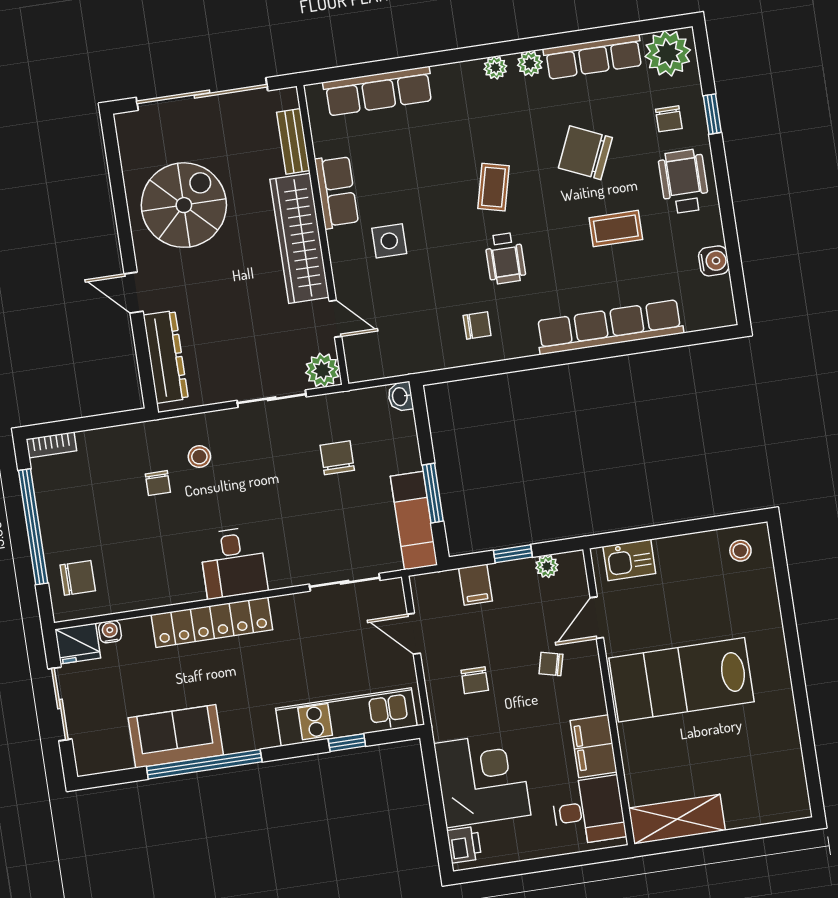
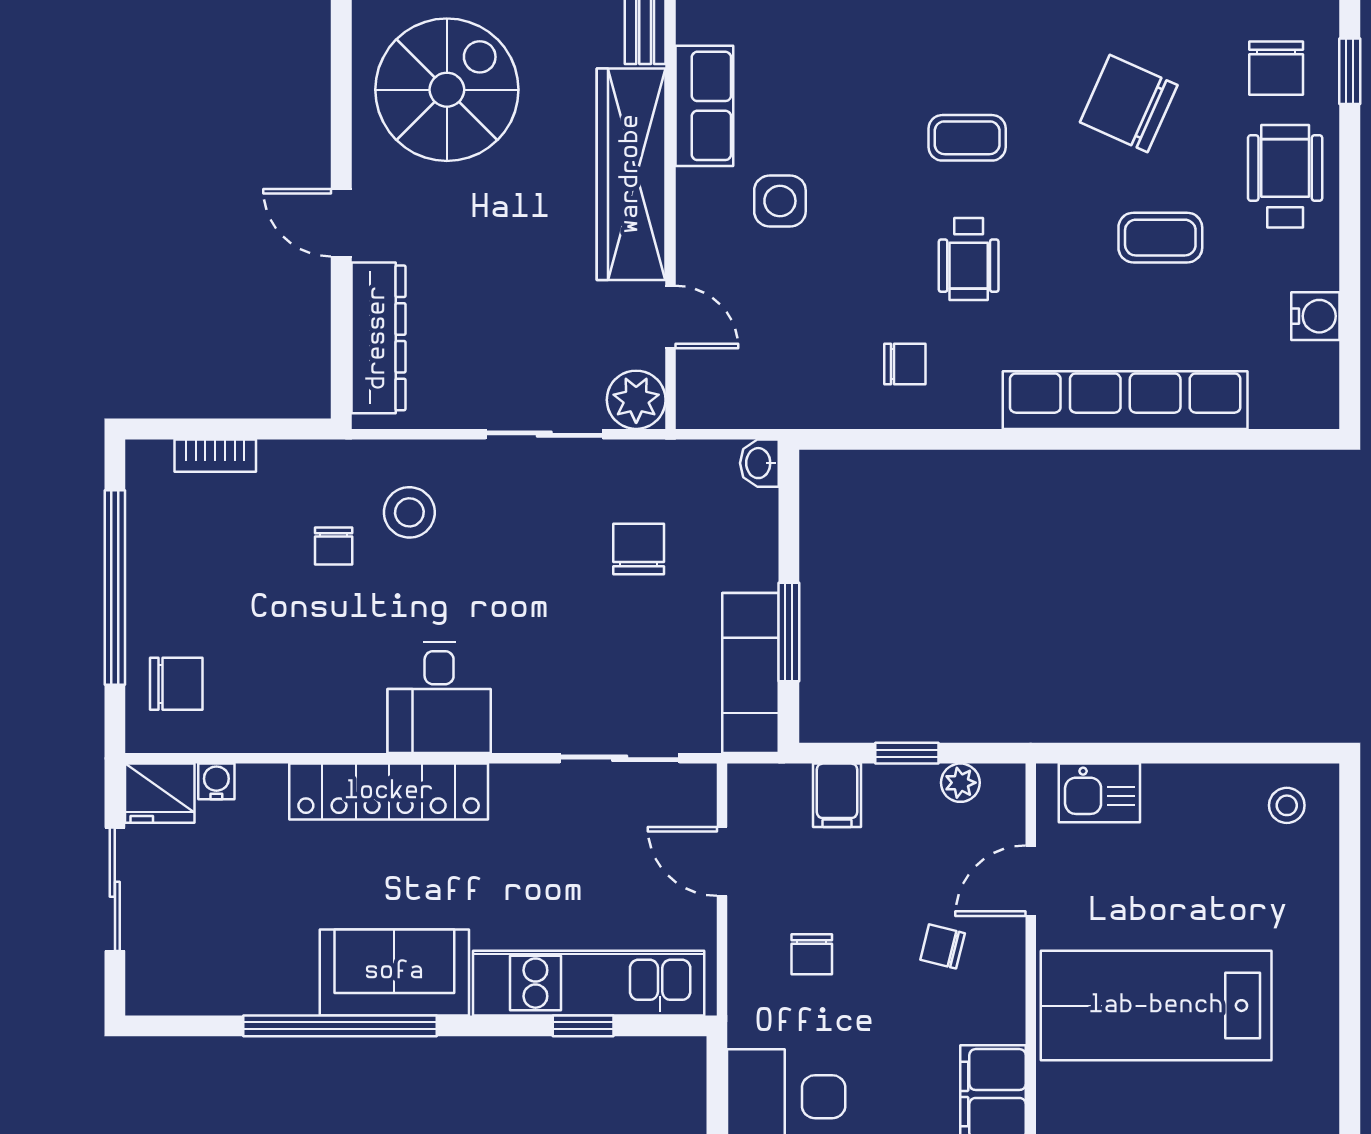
chair: (669, 119) -> (1276, 68), width x1.37, depth x1.37
coffee table: (494, 187) -> (967, 138), turned 76
bookcase: (51, 445) -> (215, 456), moved
stool: (199, 457) -> (409, 512), width x1.37, depth x1.37
sofa: (176, 736) -> (394, 972), moved

